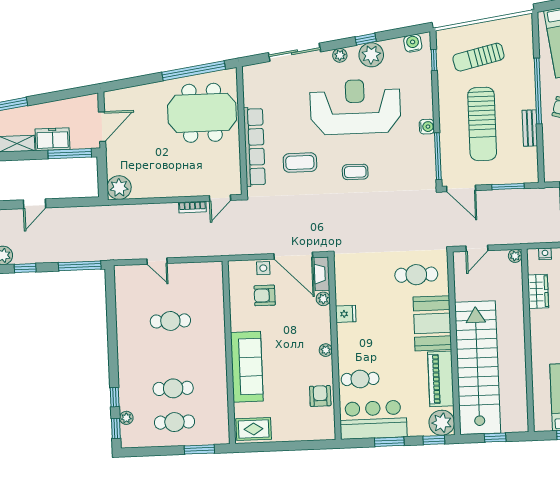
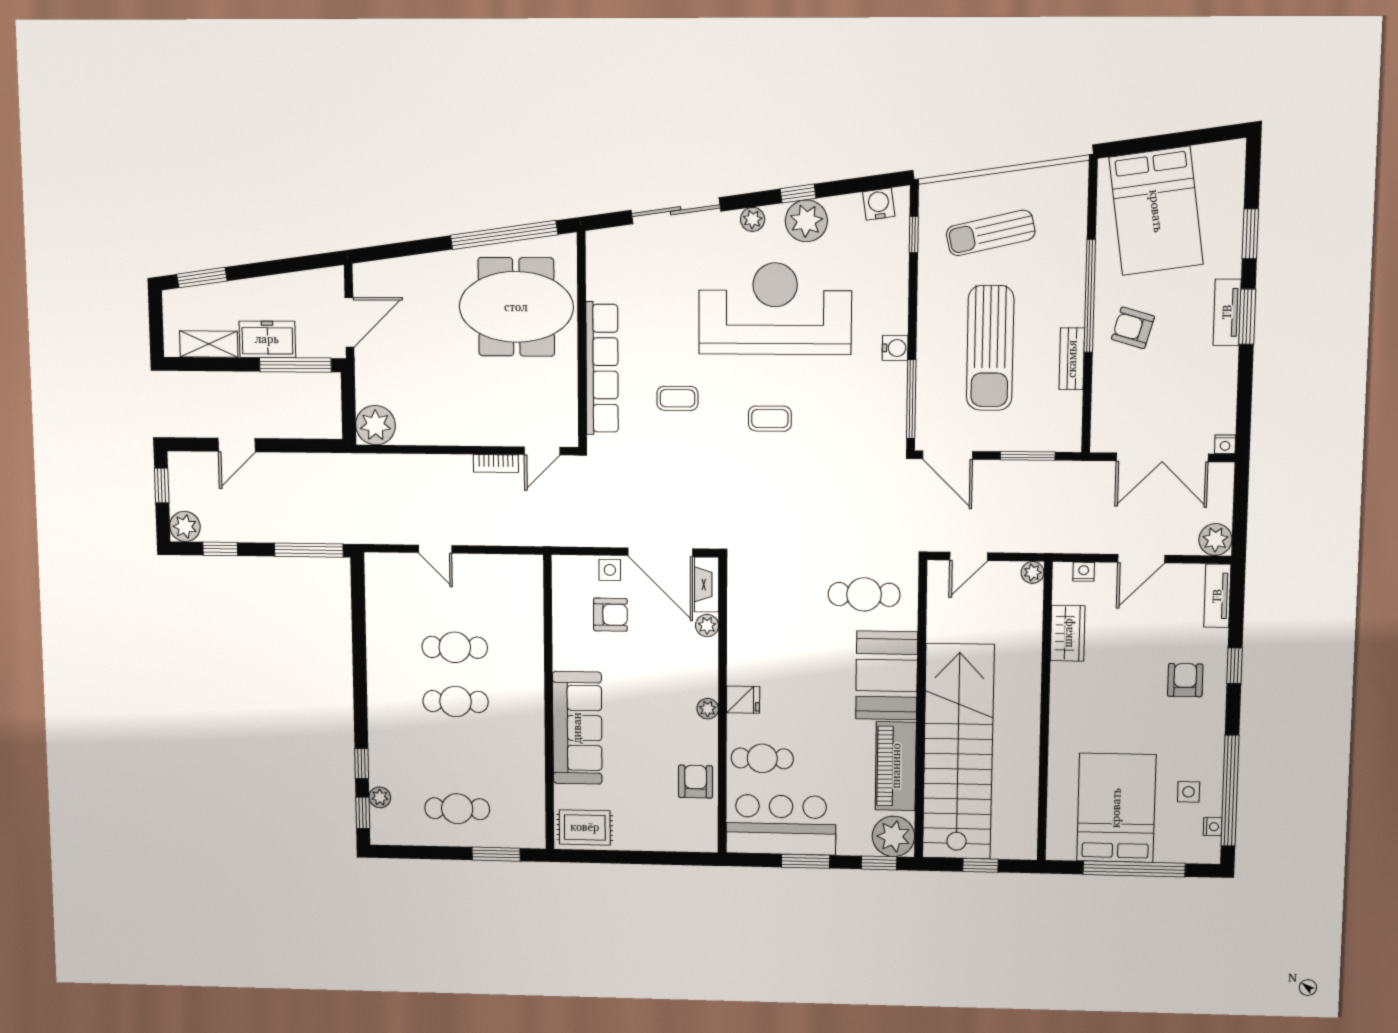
coffee table: (300, 163) -> (677, 398), width x0.73, depth x0.77
armchair: (265, 295) -> (610, 615), turned 180
fridge: (346, 314) -> (743, 700), moved
cafe table: (173, 388) -> (456, 701), moved

